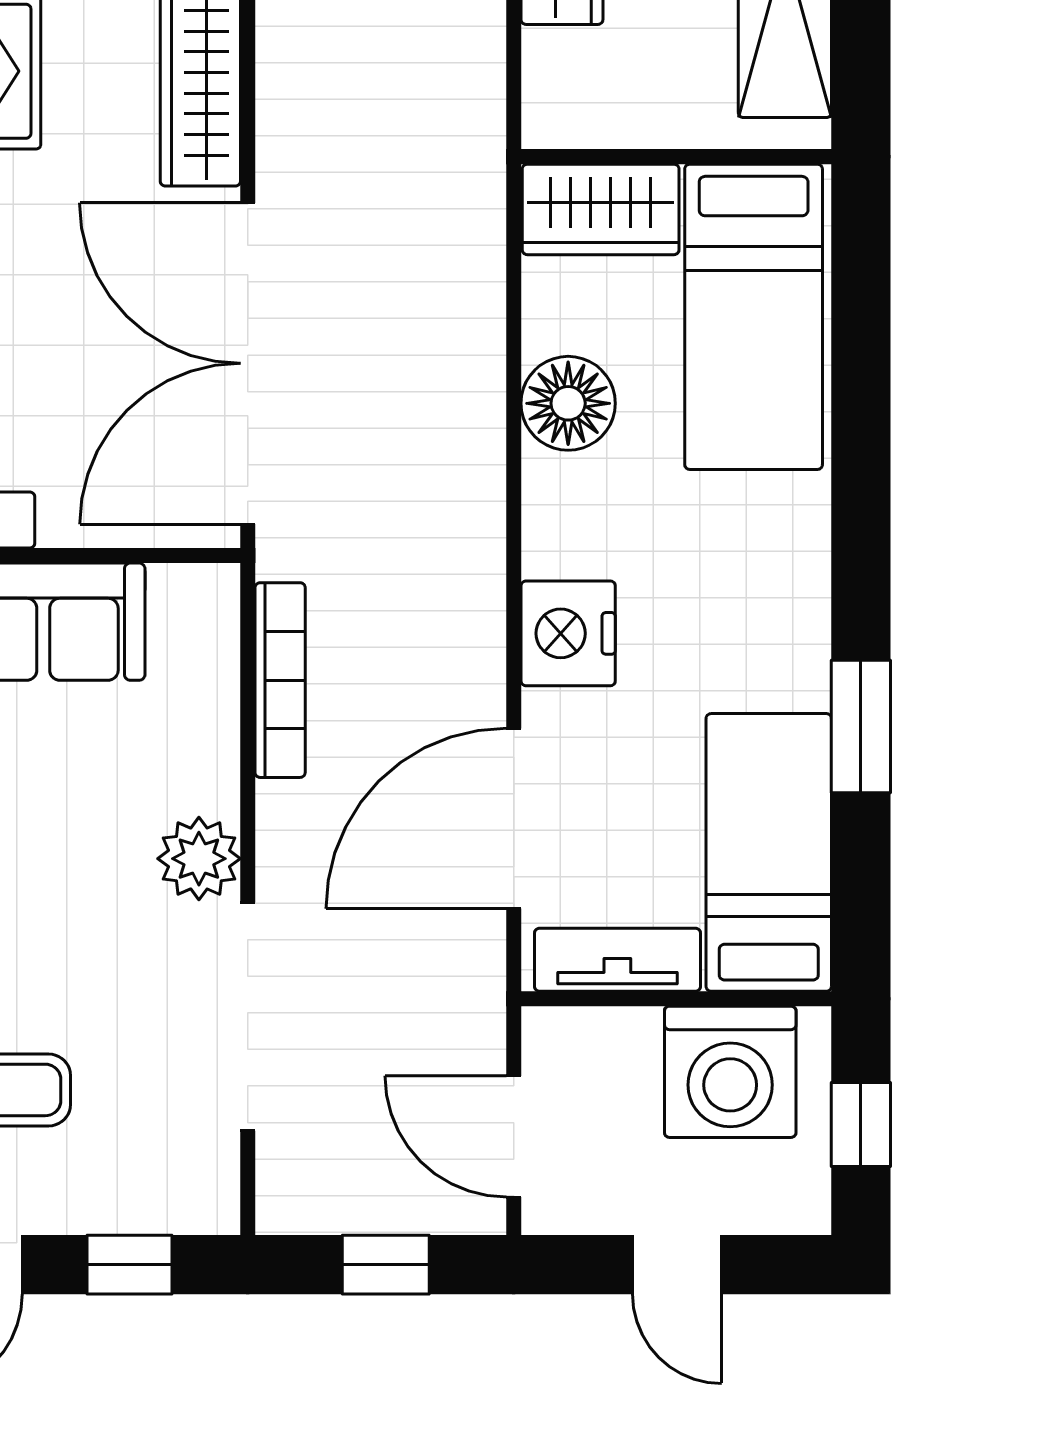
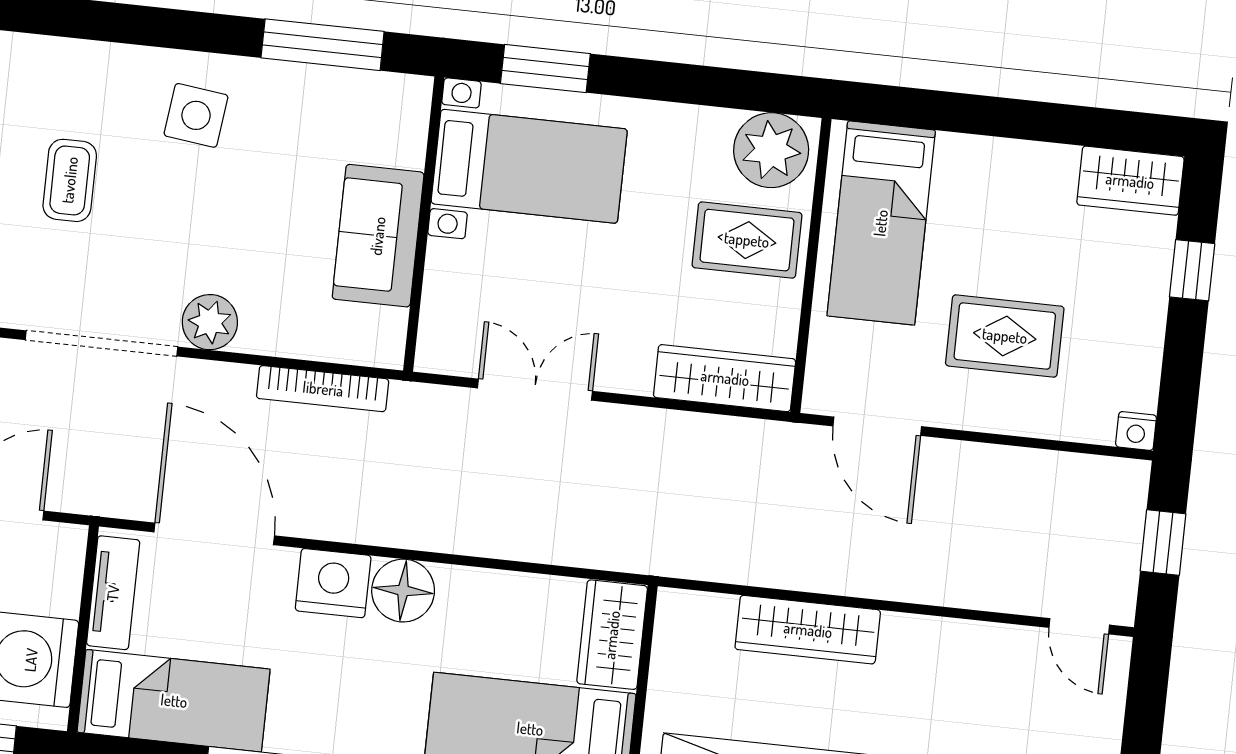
double door: (248, 363) -> (535, 390), width x0.54
floor lamp: (568, 403) -> (403, 591), moved

